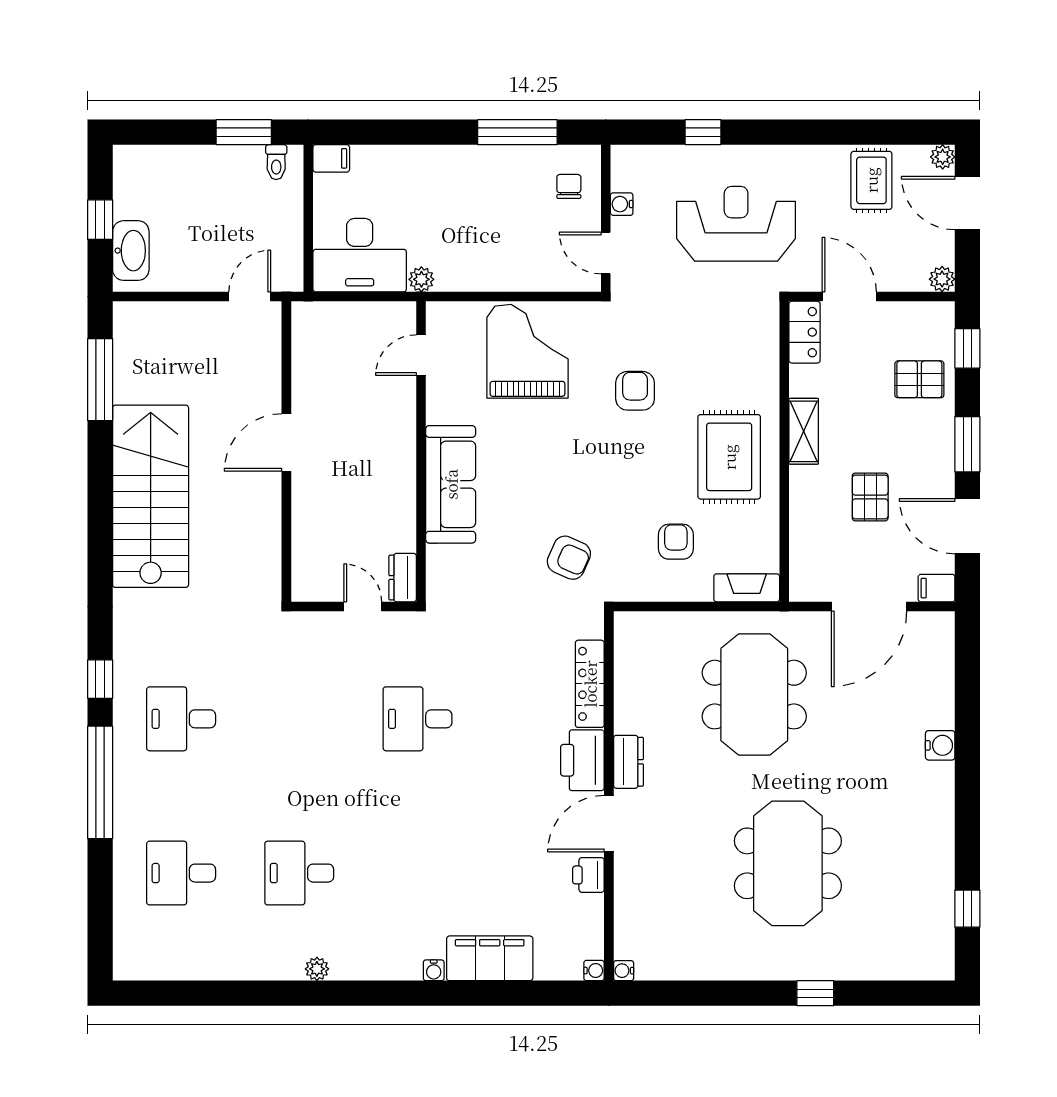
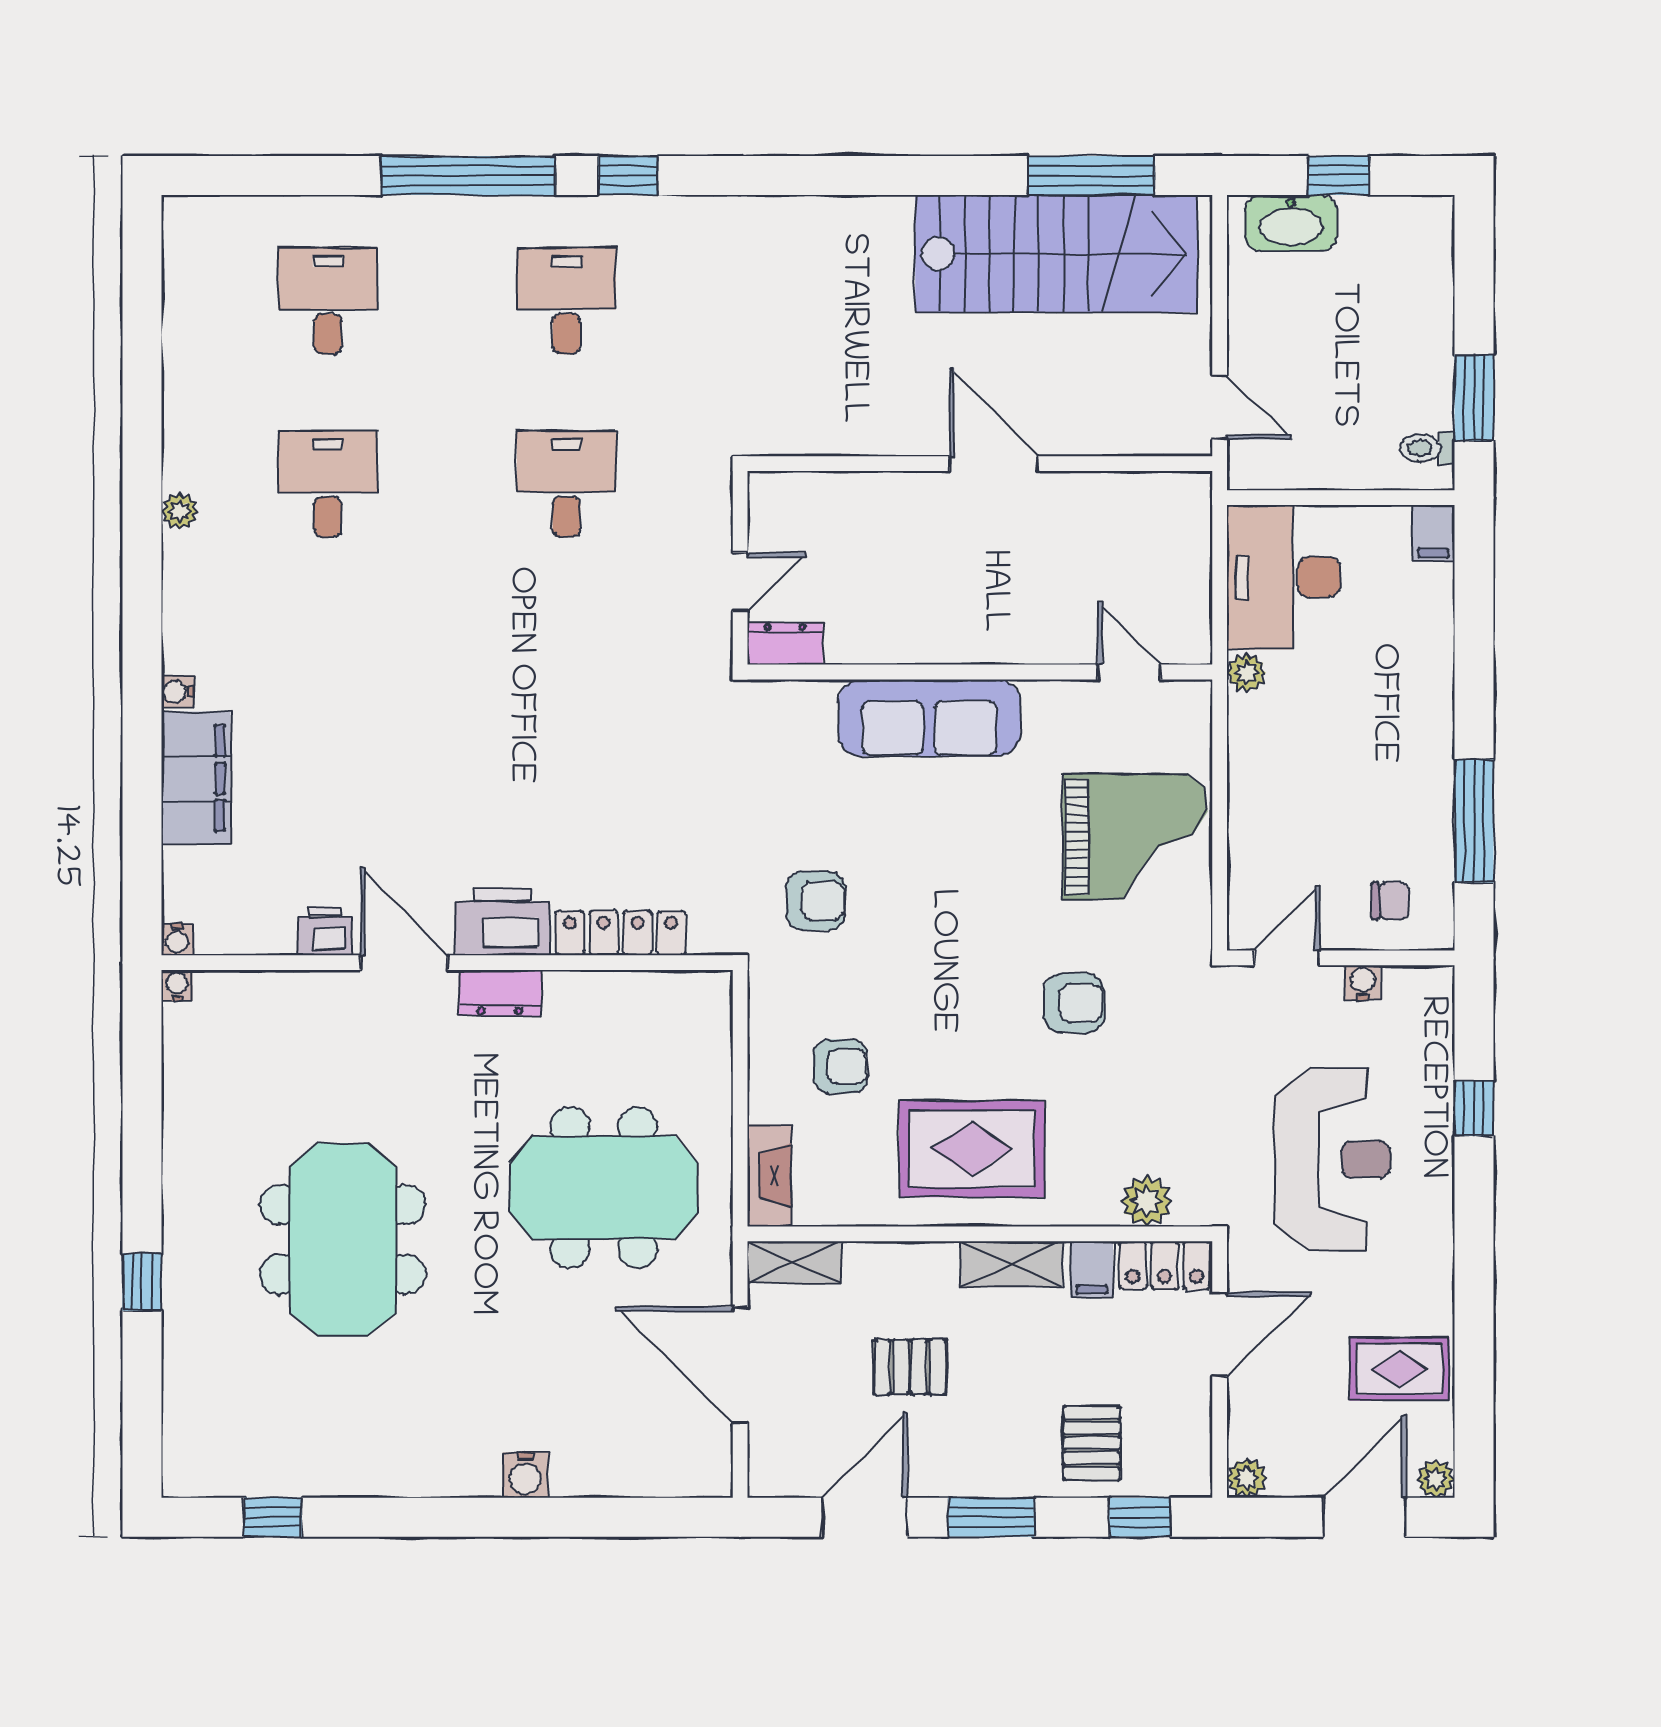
plant: (763, 344) -> (1146, 1201), added
stairs: (151, 496) -> (1056, 254), moved
armchair: (569, 558) -> (816, 901), turned -114
shelving: (802, 572) -> (794, 1262), added
filing cabinet: (937, 588) -> (1092, 1270), moved, turned 180
desk: (417, 719) -> (566, 484), moved
meeting table: (788, 863) -> (343, 1240), turned 90

